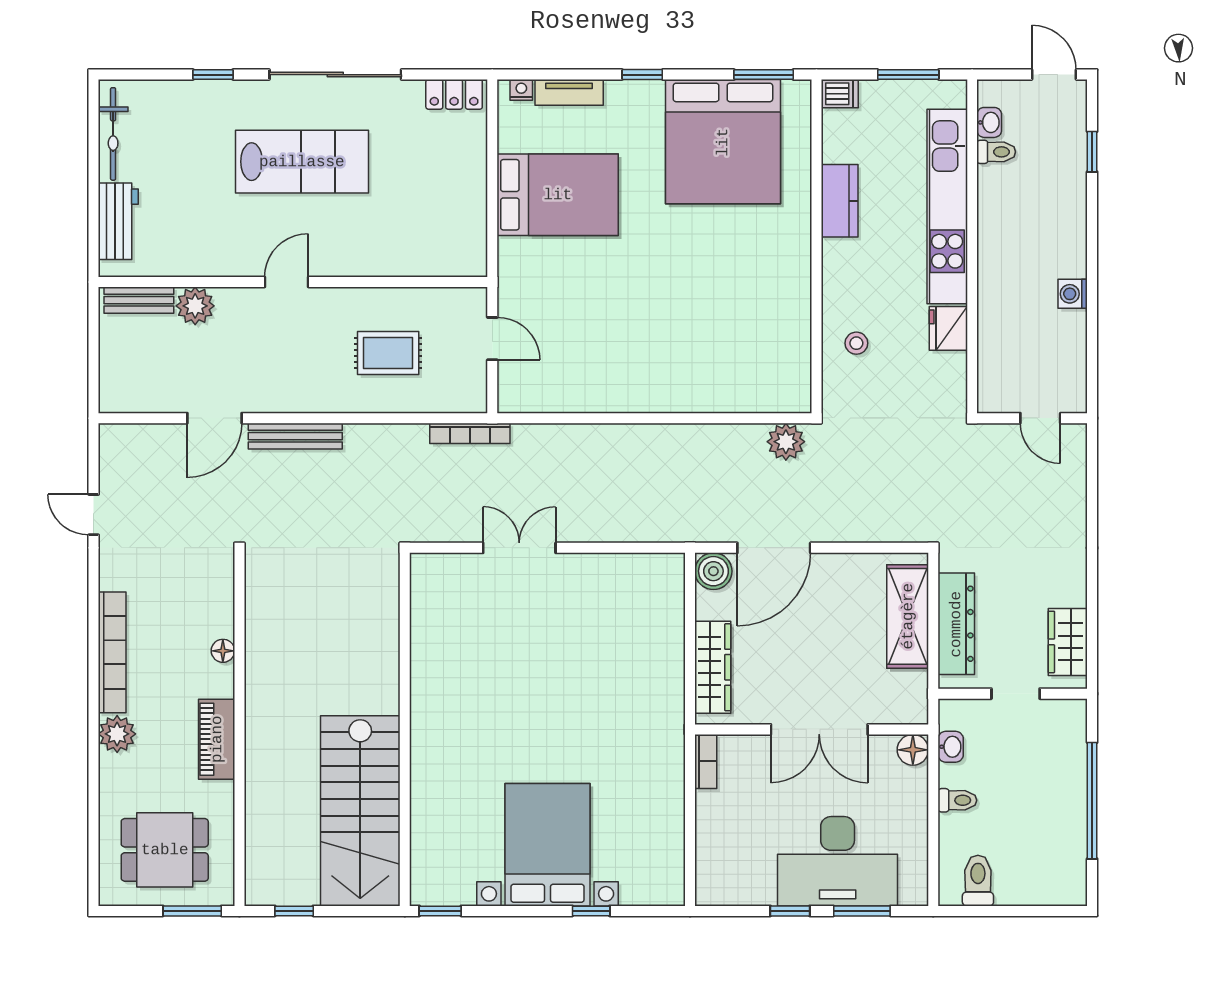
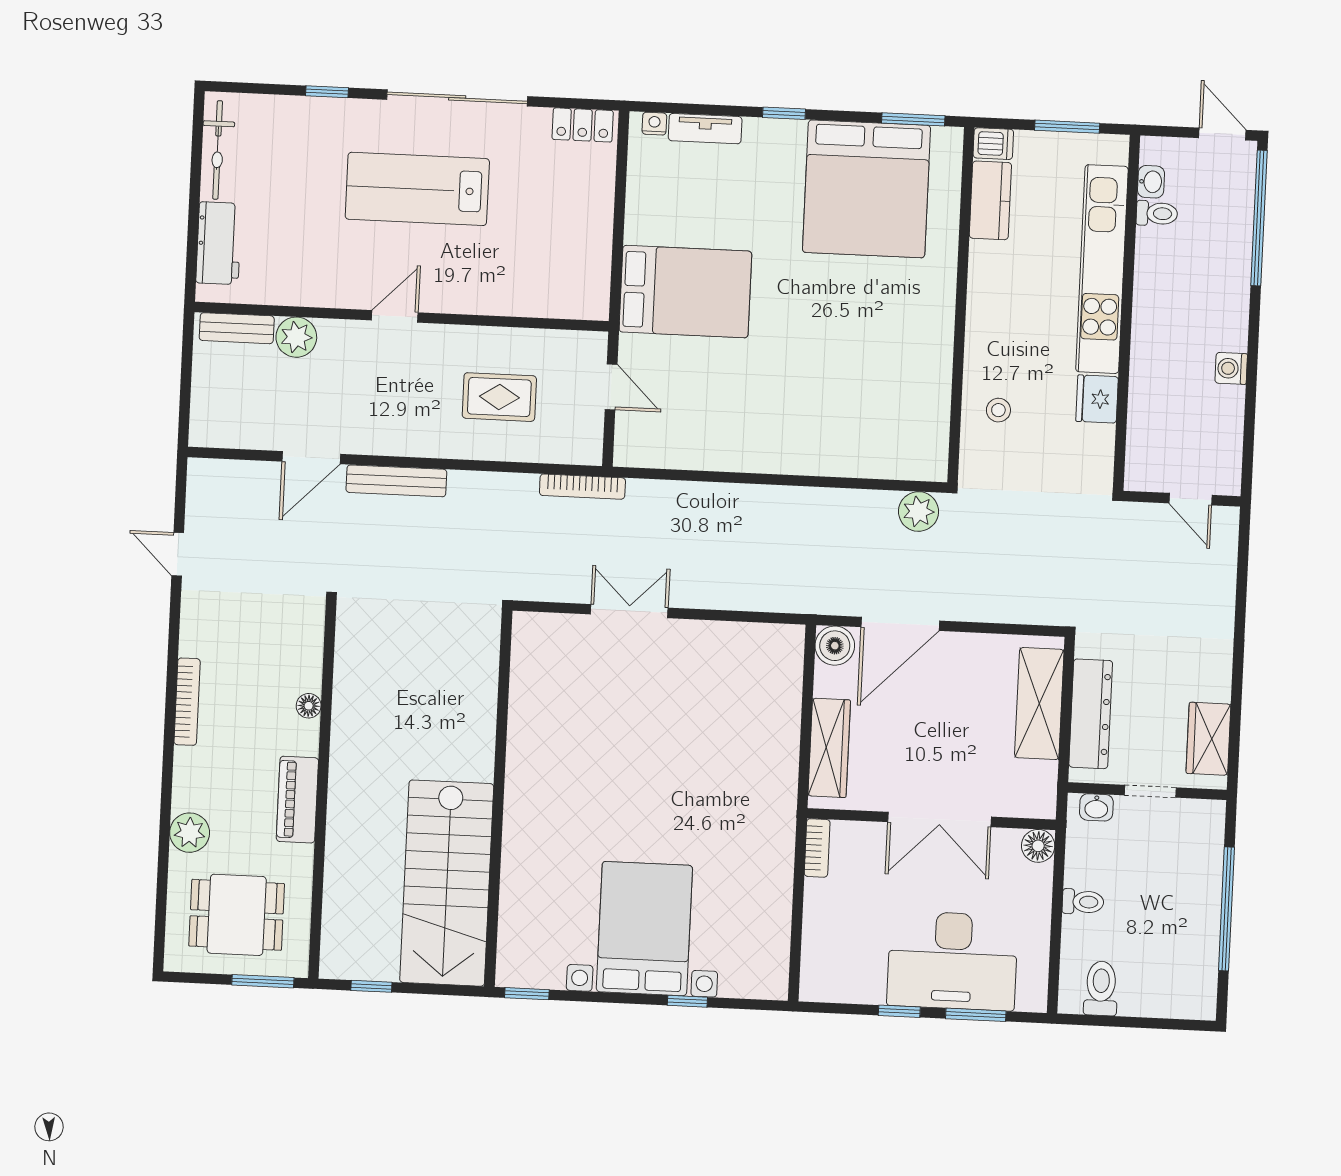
window: (1092, 152) -> (1259, 218), width x3.17
lab bench: (302, 162) -> (417, 189), turned 180
bed: (558, 195) -> (685, 292), moved
kitchen counter: (840, 201) -> (990, 200), moved
bookcase: (112, 652) -> (187, 702), width x0.68, depth x0.76
plant: (117, 734) -> (190, 833), moved
washbasin: (951, 747) -> (1096, 807), moved, turned 90

